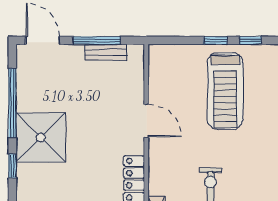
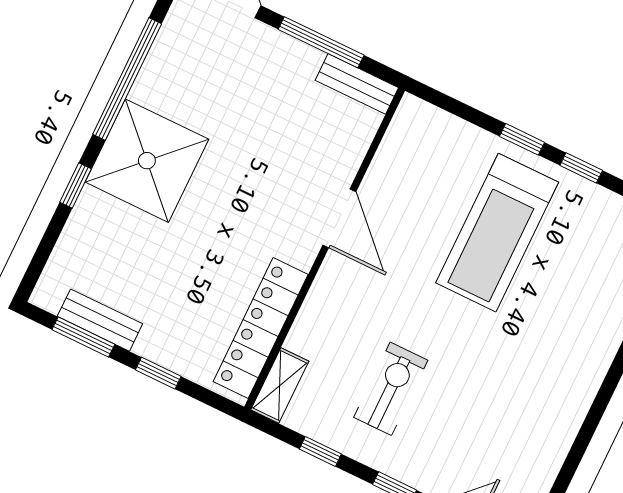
bench: (106, 52) -> (357, 84), moved

